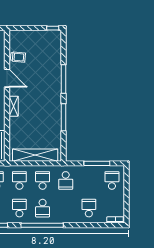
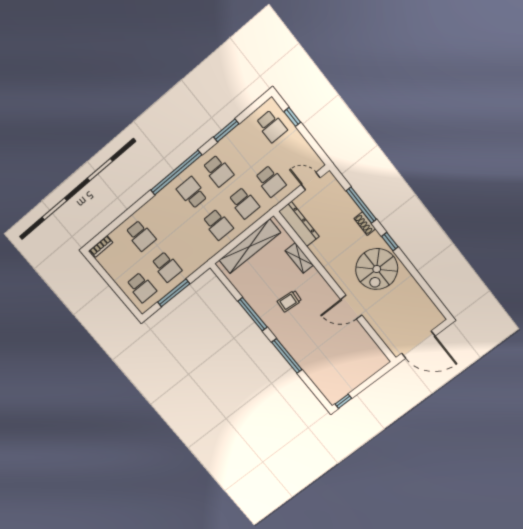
trolley: (18, 57) -> (289, 301), moved
shelving: (14, 106) -> (299, 258), moved
school desk: (66, 180) -> (167, 267), moved, turned 180

